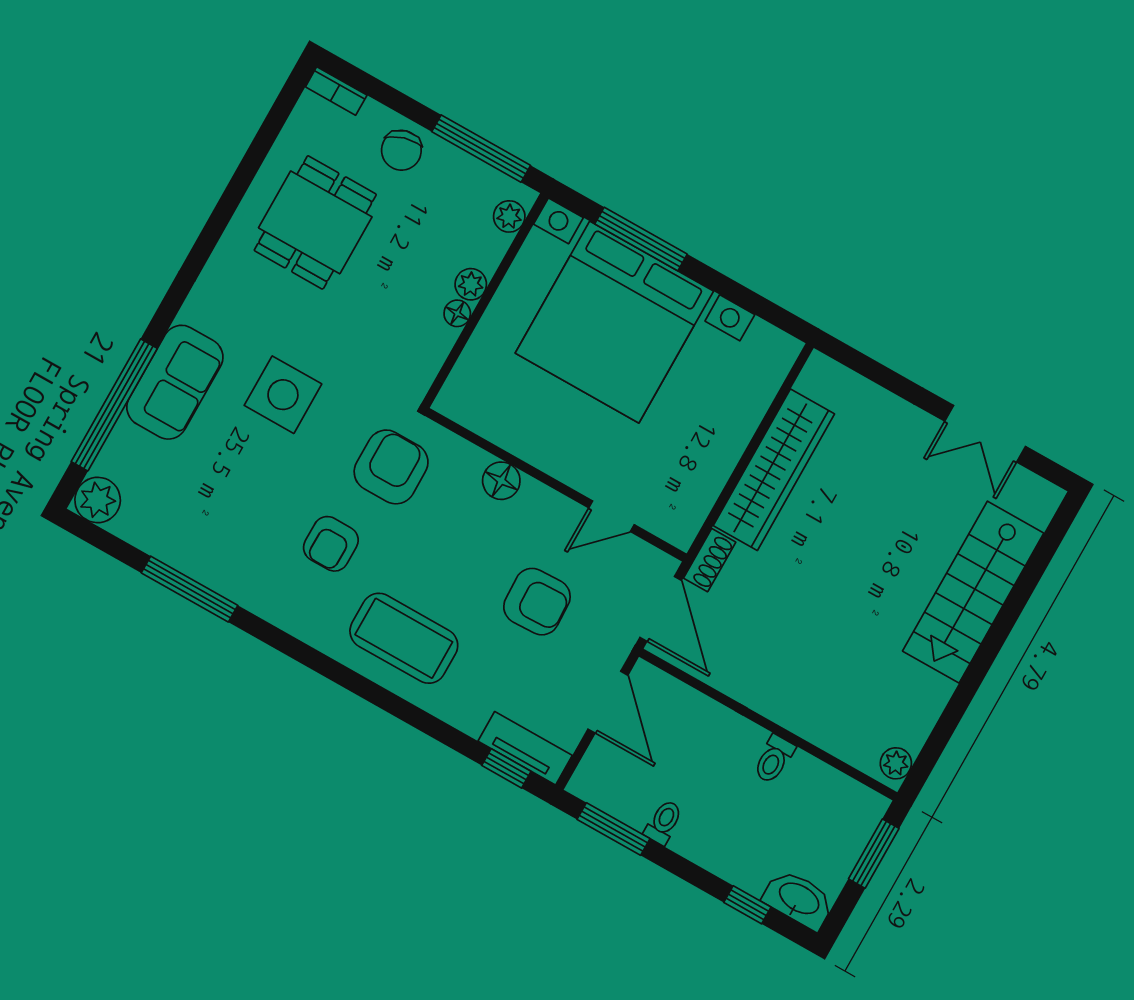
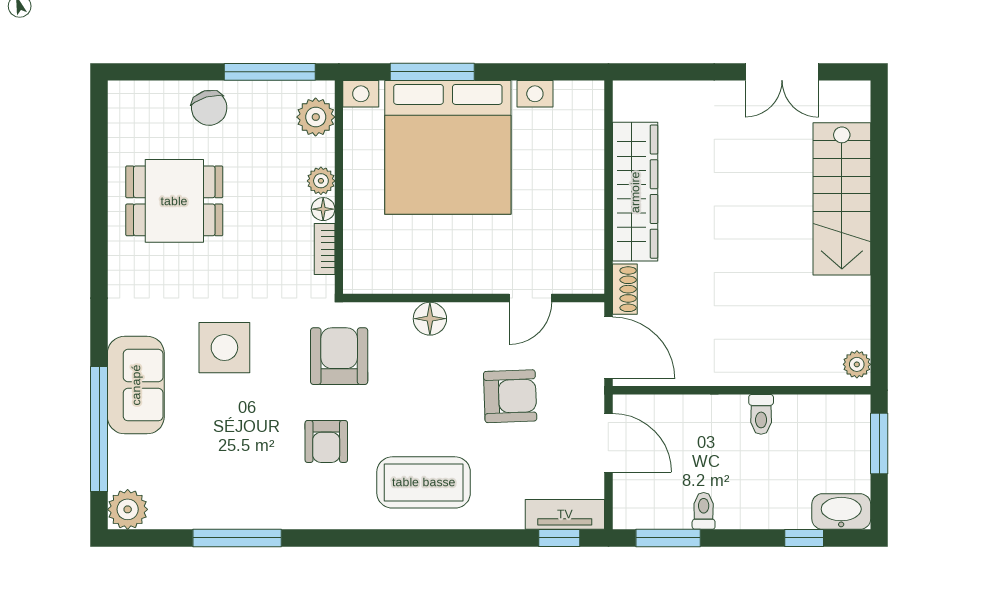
bookcase: (336, 91) -> (325, 249), moved, turned 90
plant: (509, 216) -> (316, 117), width x1.38, depth x1.38
dining table: (315, 222) -> (174, 201), turned 90

